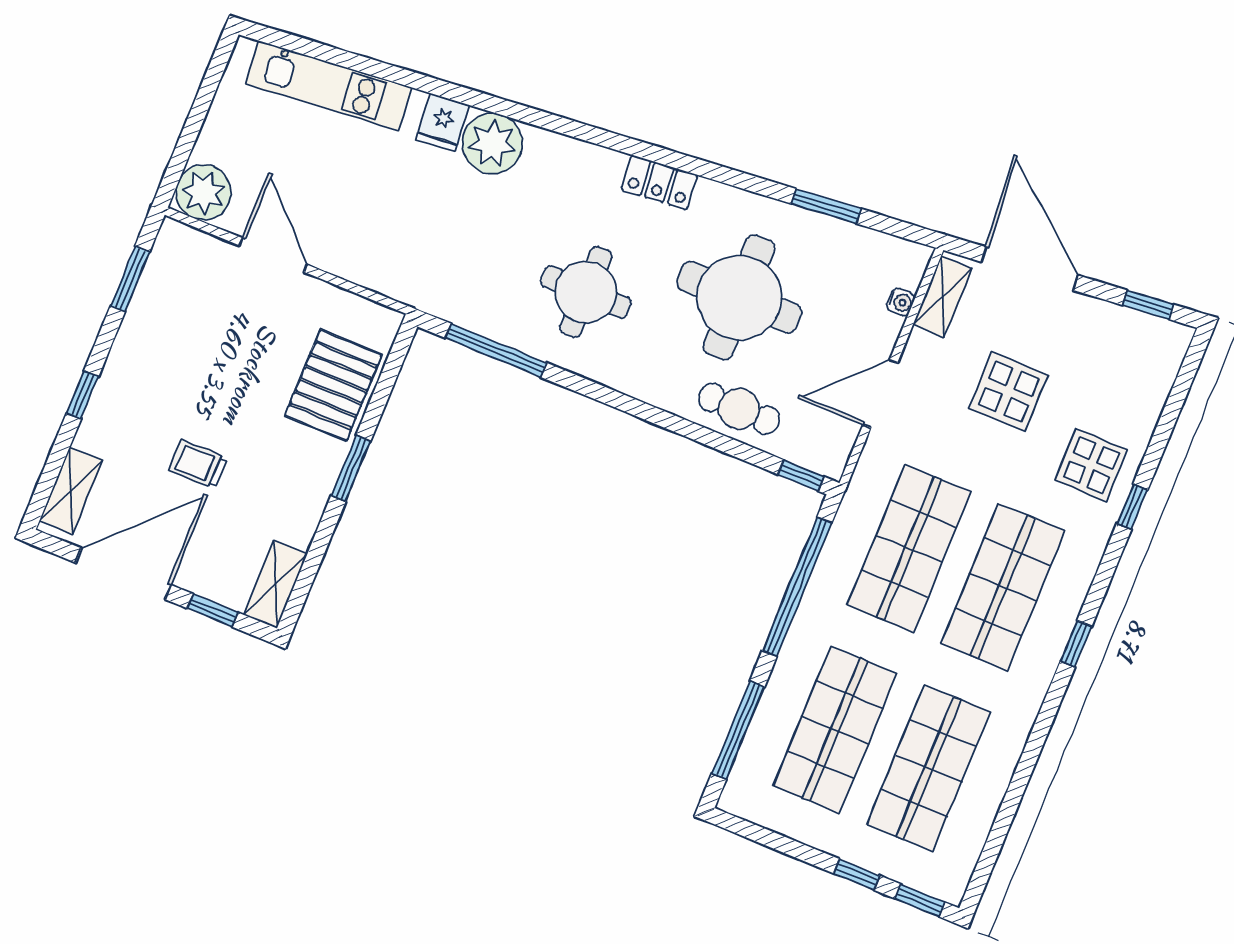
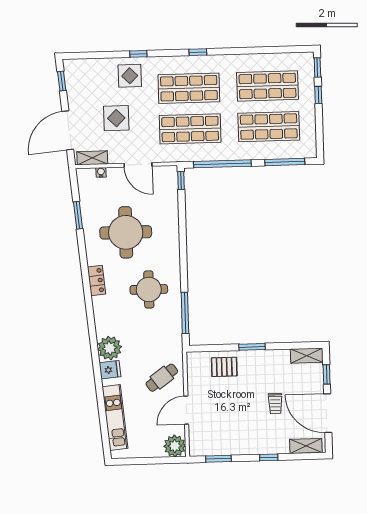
pallet: (333, 385) -> (224, 367), width x0.67, depth x0.71
cafe table: (739, 409) -> (162, 378), moved, turned 54

